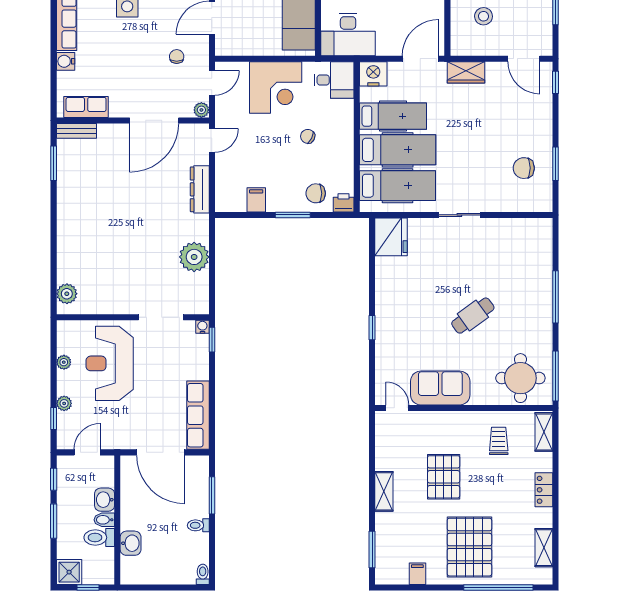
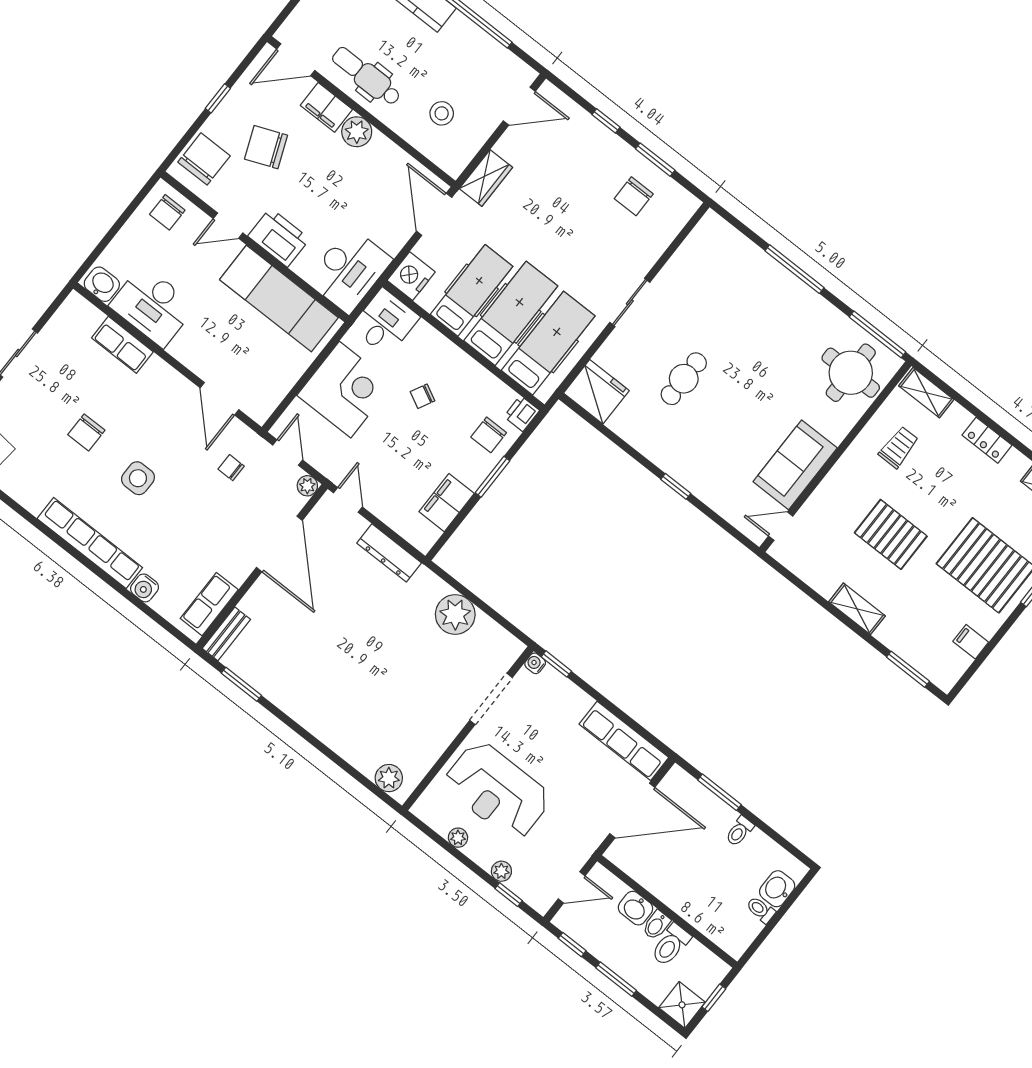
window: (555, 82) -> (606, 121), moved
filing cabinet: (256, 200) -> (447, 503), width x2.00
cafe table: (473, 316) -> (684, 379), moved, turned 36
trolley: (499, 441) -> (899, 447), turned 90
door: (87, 452) -> (572, 887), swing flipped
washbasin: (131, 543) -> (777, 889), moved, turned -90
toilet: (203, 574) -> (761, 910), moved

